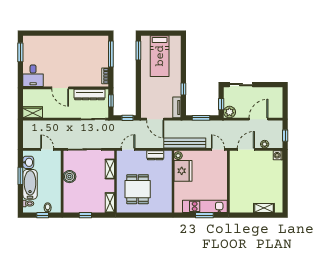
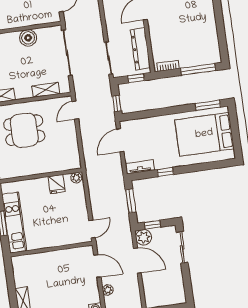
bed: (160, 56) -> (204, 134), width x1.50
door: (258, 119) -> (137, 261), moved
bench: (185, 143) -> (94, 184), removed
door: (128, 149) -> (75, 110), swing flipped
dresser: (155, 155) -> (72, 147), removed
fridge: (183, 171) -> (57, 184), width x0.53, depth x0.75

